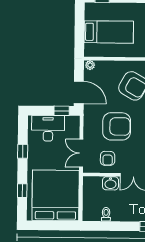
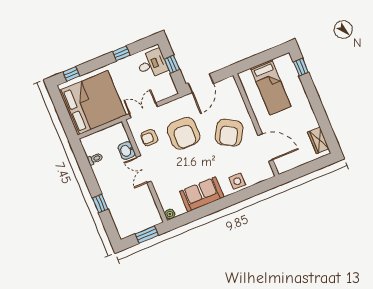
plant: (90, 65) -> (231, 83), removed
window: (62, 111) -> (172, 64), moved
desk: (48, 128) -> (152, 64), width x0.73
window: (22, 191) -> (71, 74), moved

